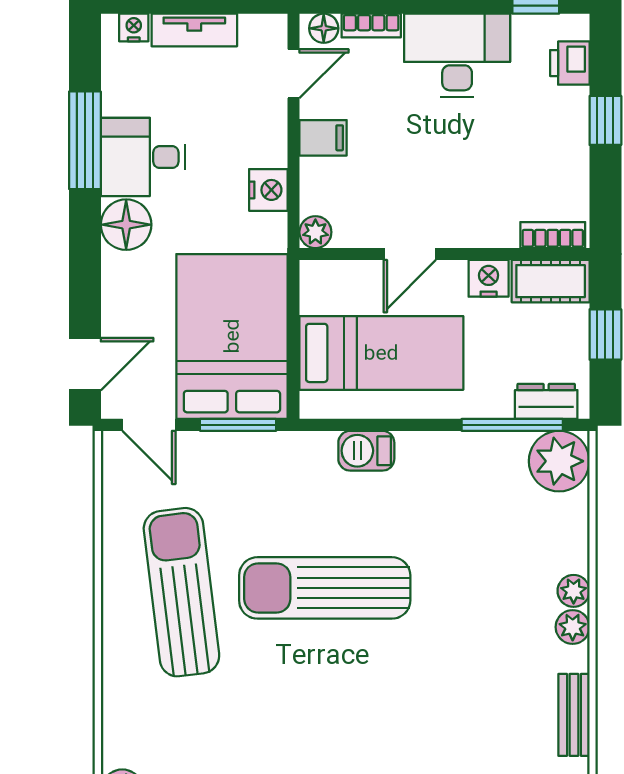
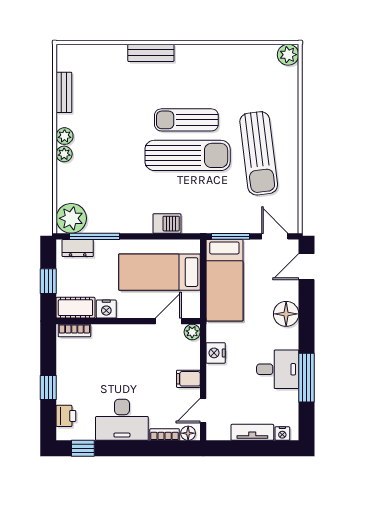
floor lamp: (126, 225) -> (286, 314), moved
door: (410, 254) -> (168, 321), moved
bed: (232, 336) -> (224, 280), width x0.67
sun lounger: (327, 660) -> (186, 120), added

